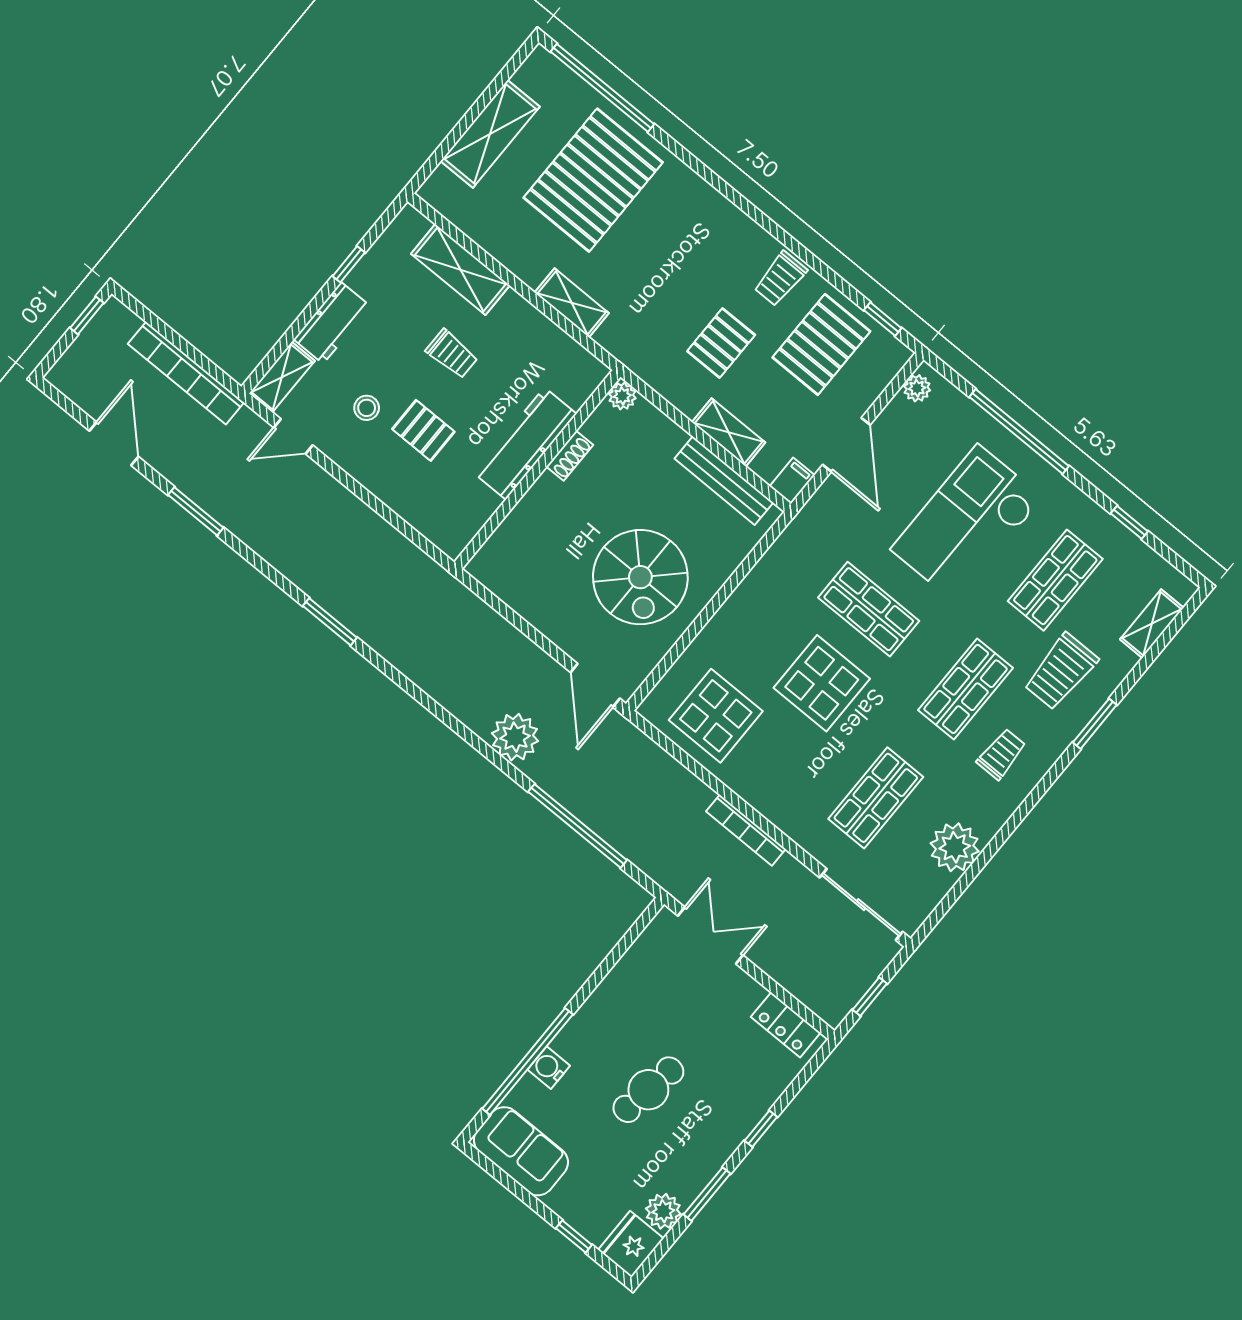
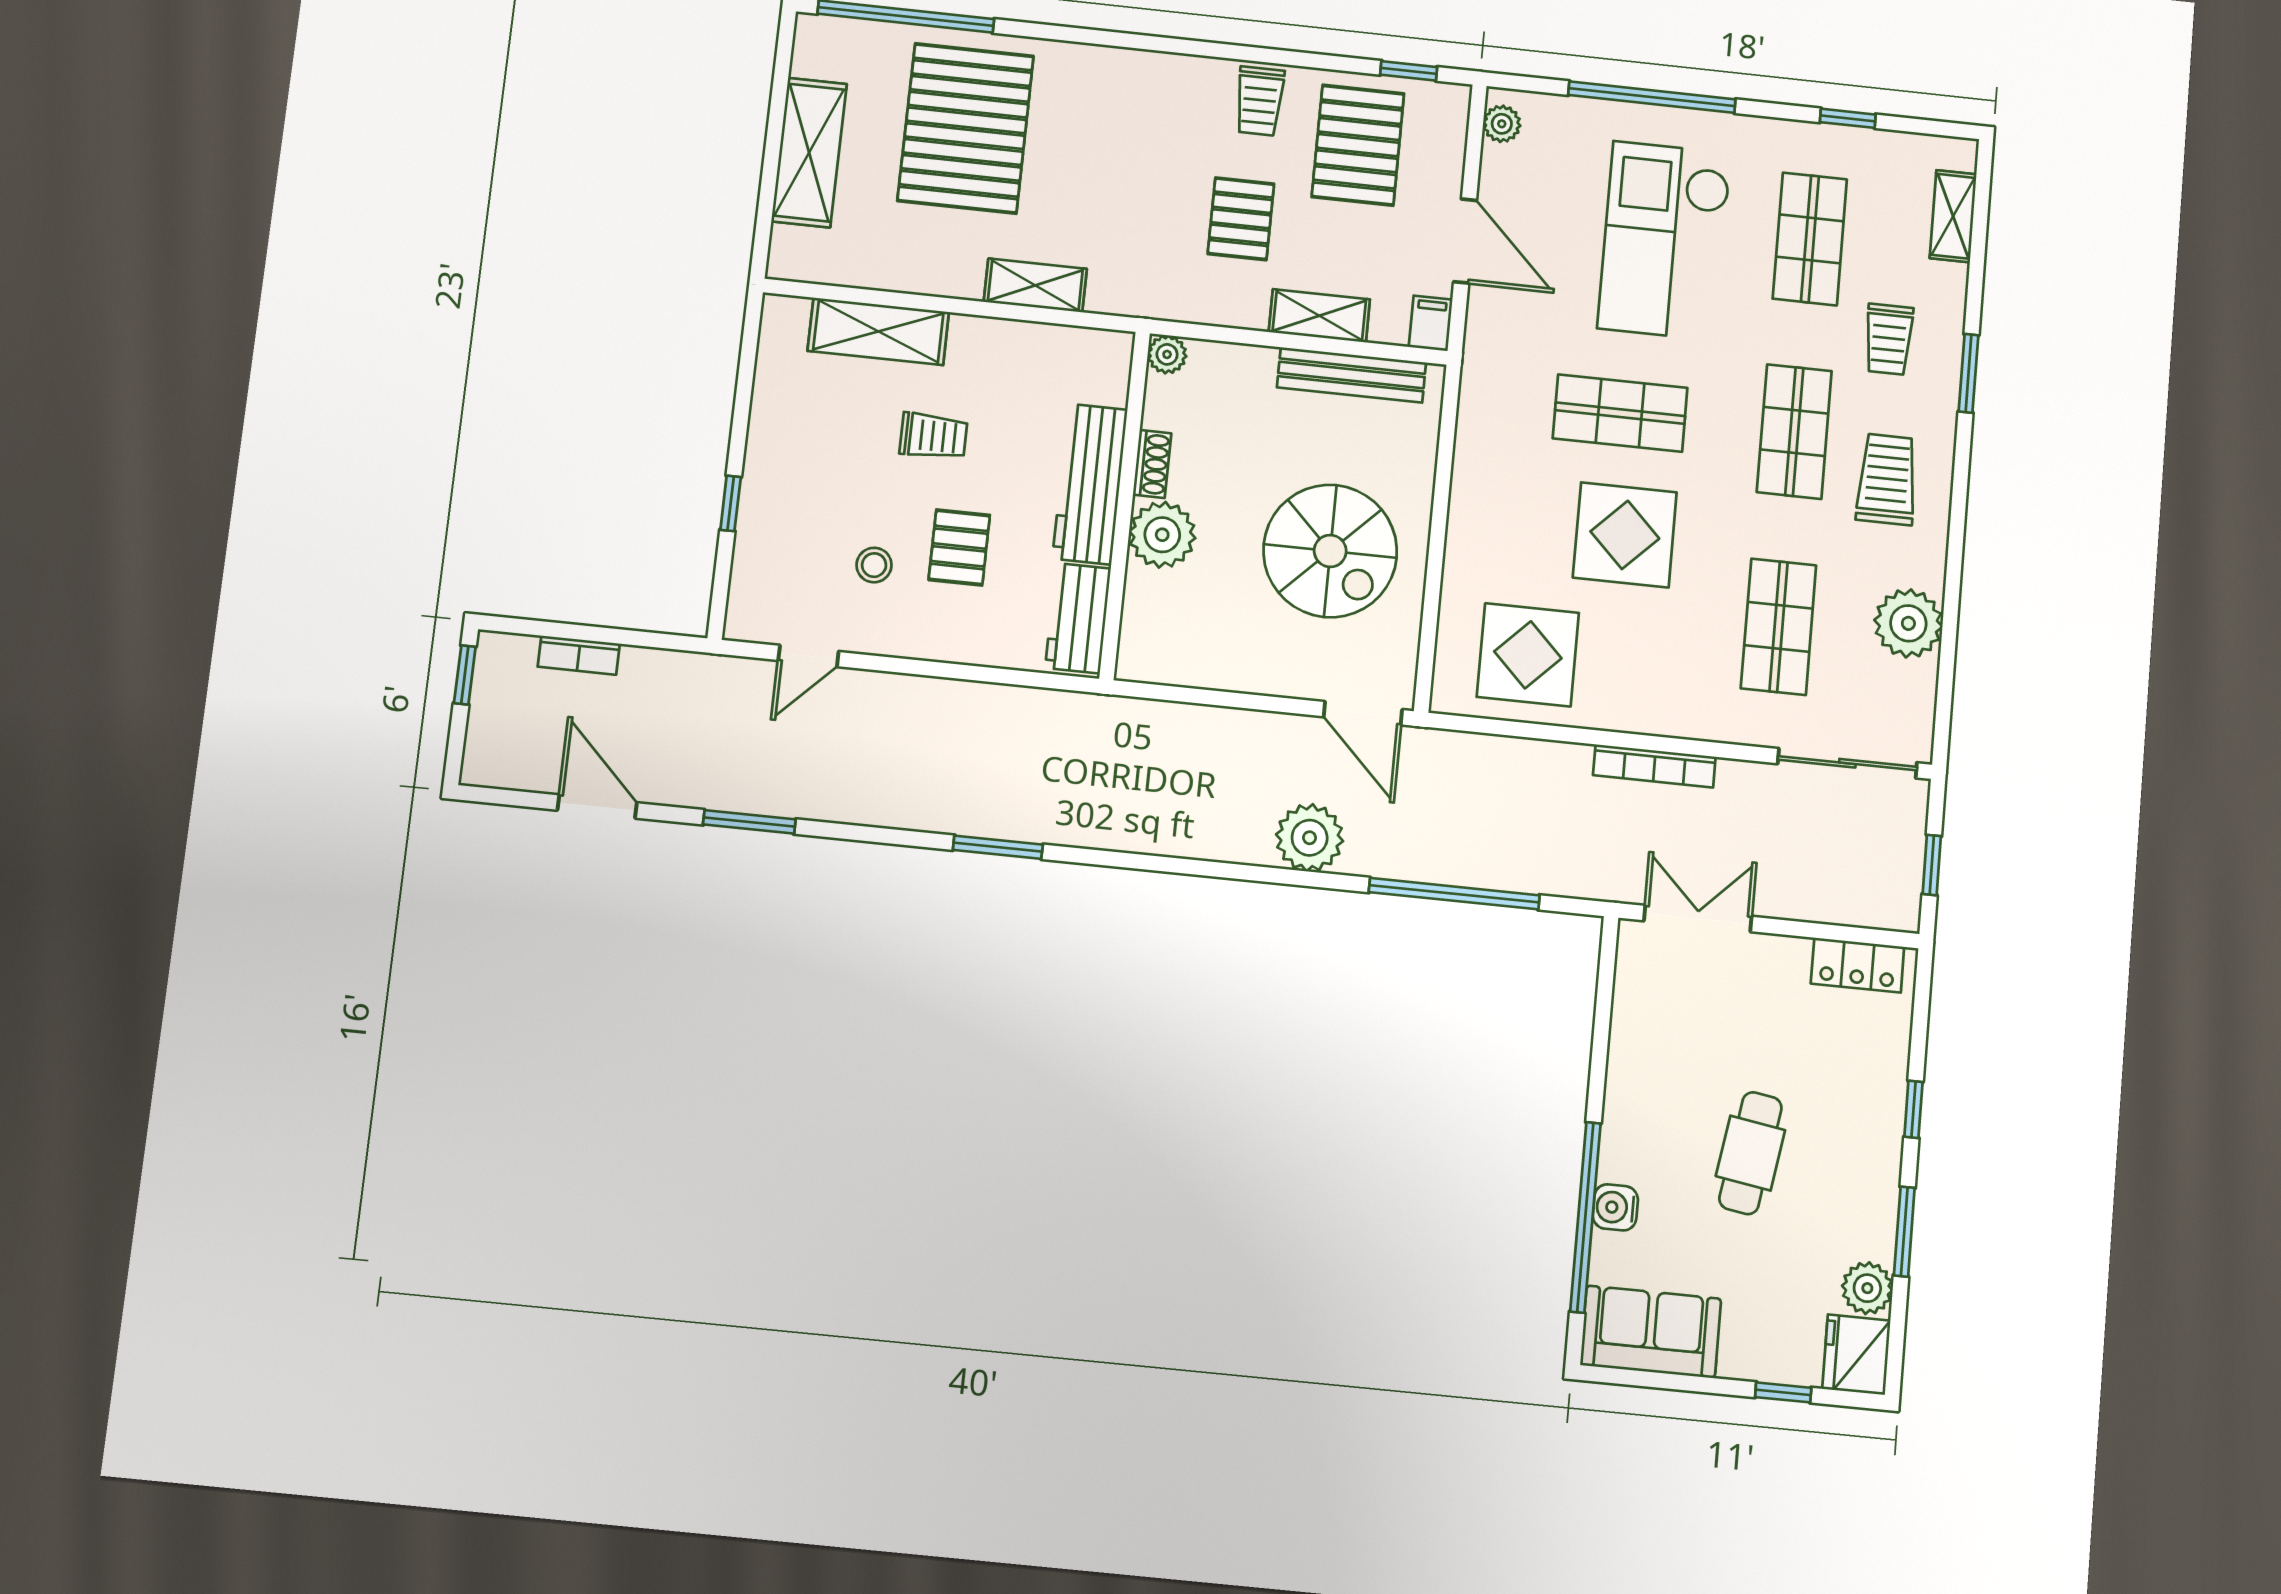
window: (349, 264) -> (731, 503), moved
workbench: (332, 323) -> (1078, 618), moved, turned 180
bookcase: (186, 373) -> (579, 655), width x0.43, depth x0.76
shelving: (282, 377) -> (749, 595), removed
pallet: (423, 430) -> (959, 547), turned 90
plant: (548, 502) -> (1162, 535), added
trolley: (1061, 672) -> (1889, 339), width x0.73, depth x0.72
trolley: (1001, 754) -> (1887, 479), width x1.36, depth x1.39

